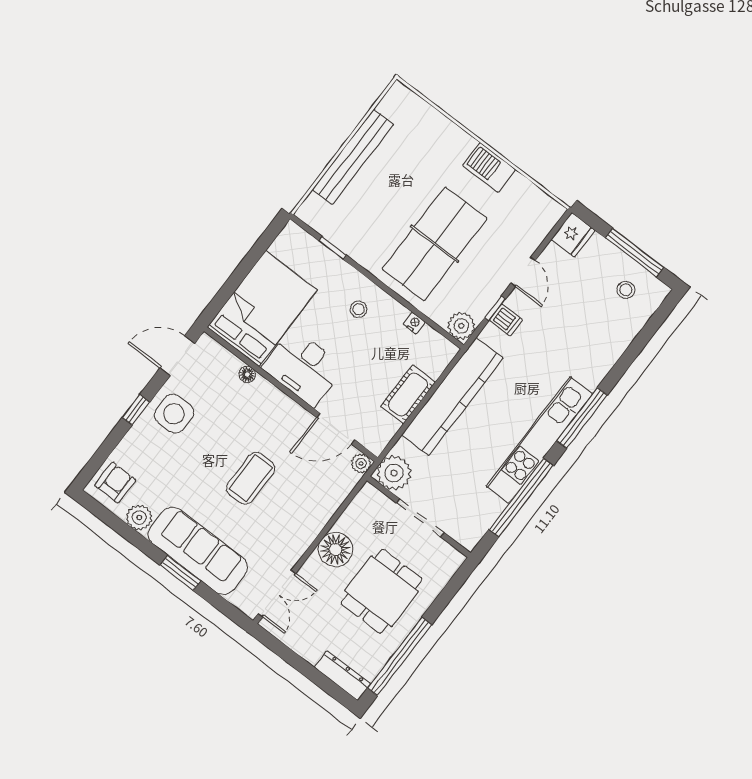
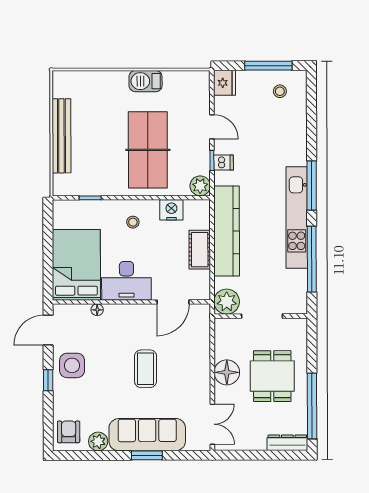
nightstand: (414, 323) -> (171, 210), width x1.89, depth x1.79
plant: (361, 463) -> (203, 311), removed

